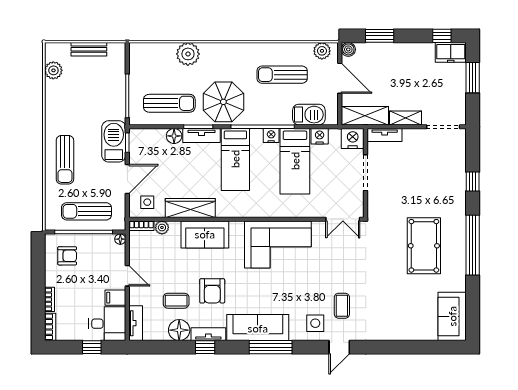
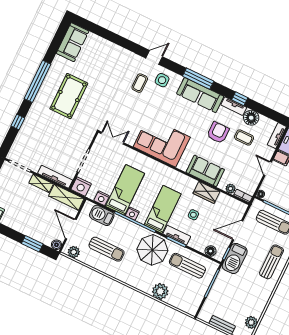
tv unit: (385, 135) -> (55, 177), width x1.41
floor lamp: (174, 136) -> (211, 251), moved
side table: (147, 202) -> (193, 215), moved
wardrobe: (190, 208) -> (206, 192), width x0.67

